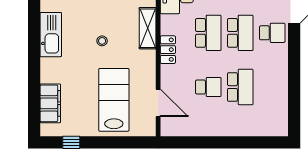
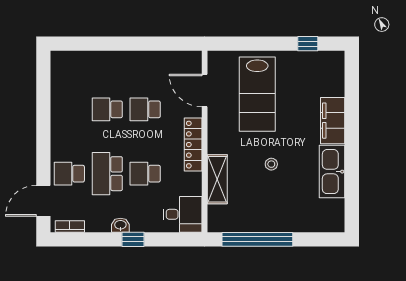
school desk: (208, 33) -> (145, 174), width x0.54
locker: (168, 50) -> (193, 145), width x1.53
school desk: (240, 87) -> (107, 109), width x0.54
filing cabinet: (50, 103) -> (333, 121), moved

